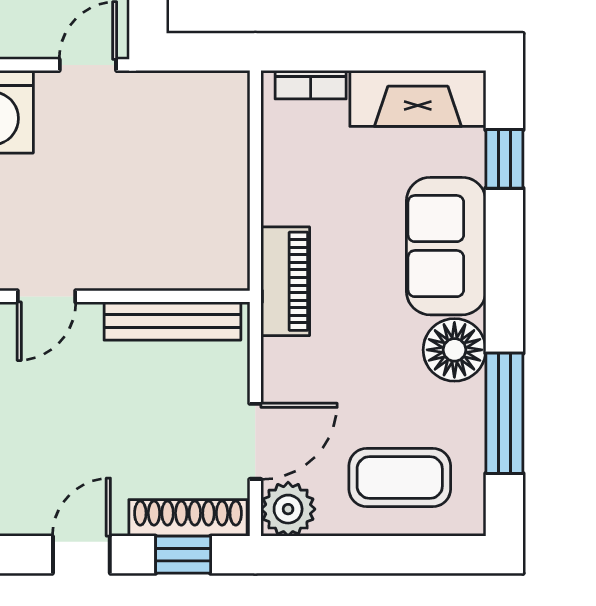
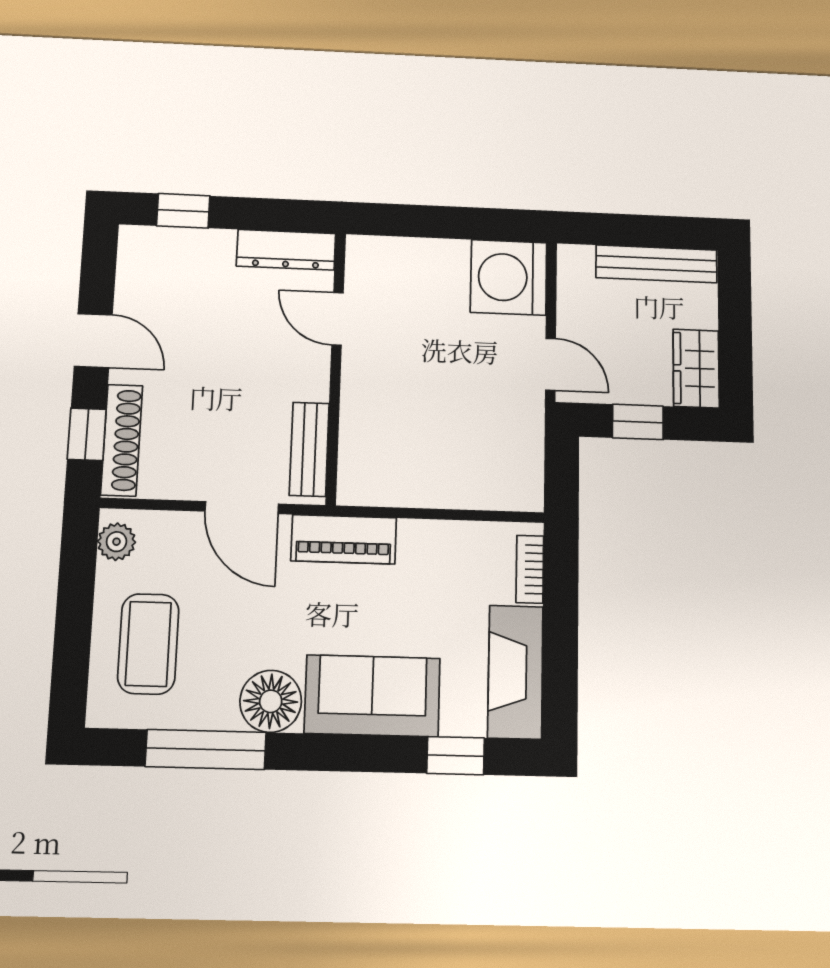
bench: (172, 321) -> (309, 449), width x0.73
door: (255, 441) -> (242, 508), moved
plant: (288, 509) -> (116, 542), width x0.73, depth x0.73

